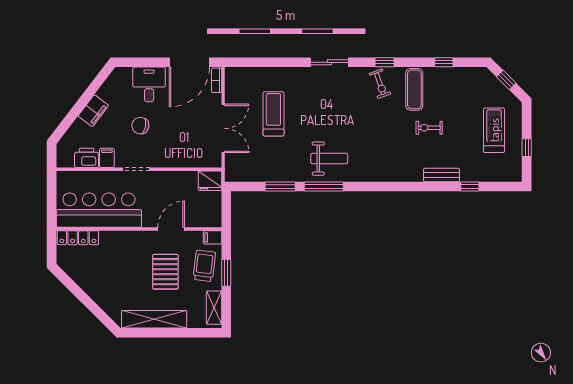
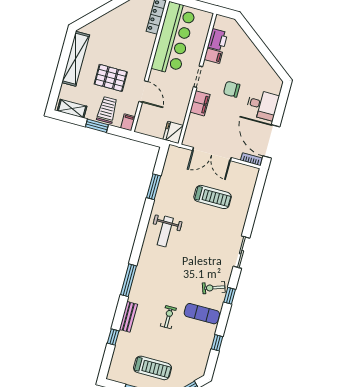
filing cabinet: (93, 111) -> (200, 103), moved, turned -127
chair: (140, 126) -> (232, 89), turned -101
window: (324, 187) -> (128, 280), moved
trolley: (204, 266) -> (107, 110), turned -97

